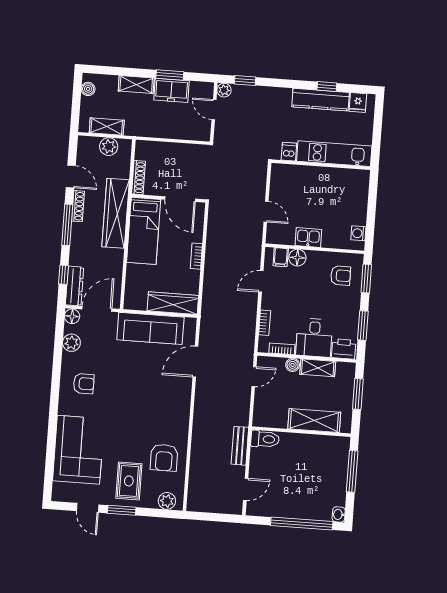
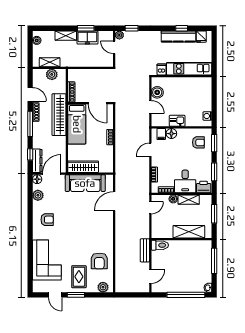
boiler: (279, 189) -> (157, 92), added
wardrobe: (173, 303) -> (83, 167), moved

